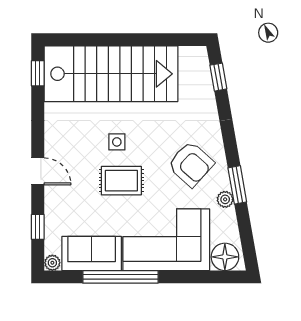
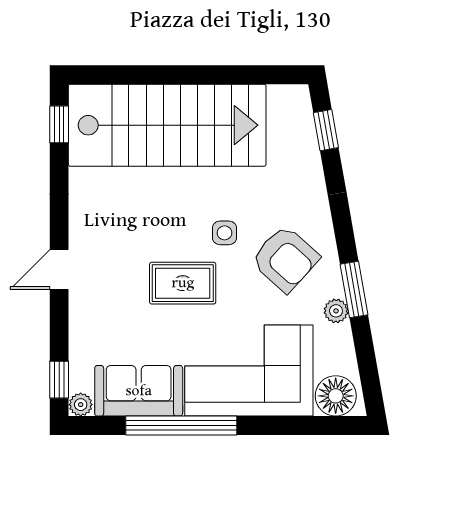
side table: (117, 142) -> (224, 233), moved
door: (38, 171) -> (59, 270), swing flipped
window: (38, 227) -> (59, 380), moved

